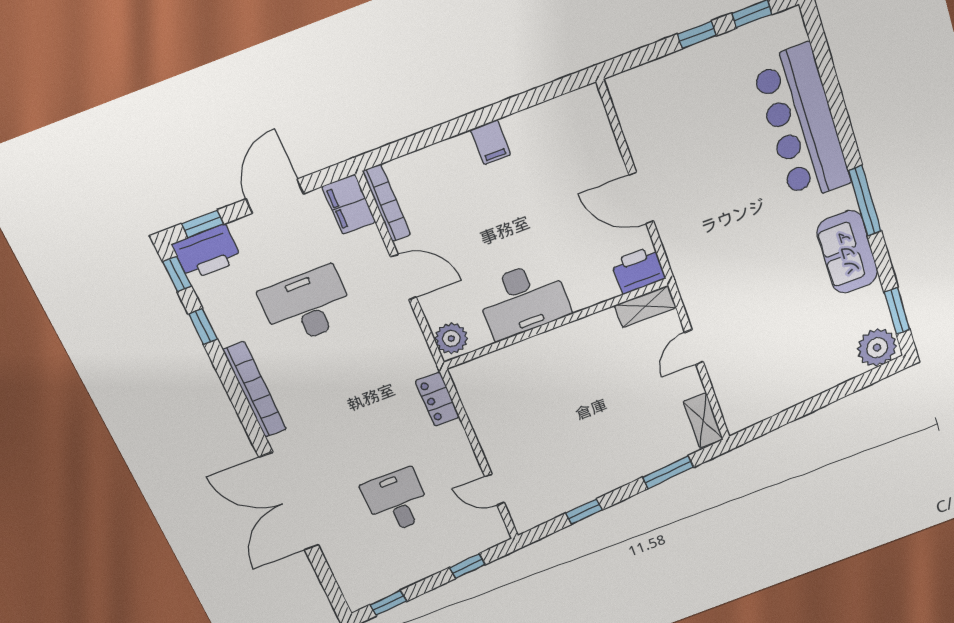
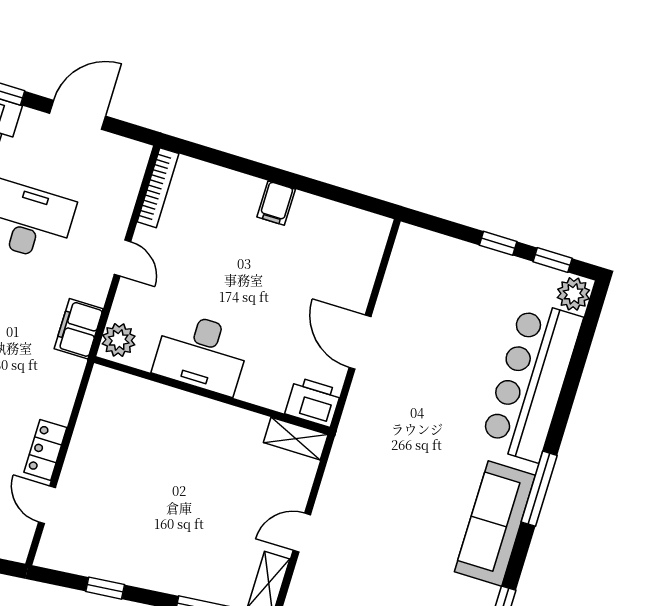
plant: (789, 28) -> (573, 294), added
filing cabinet: (349, 204) -> (79, 329), moved
sofa: (847, 252) -> (495, 524), width x1.36
door: (403, 277) -> (122, 258), width x0.73
door: (694, 347) -> (302, 533), moved
locker: (437, 399) -> (45, 450), moved

